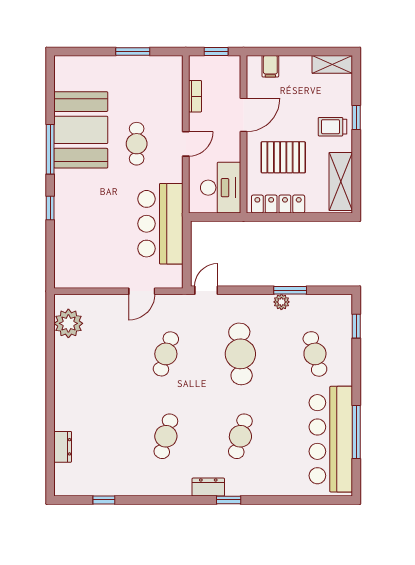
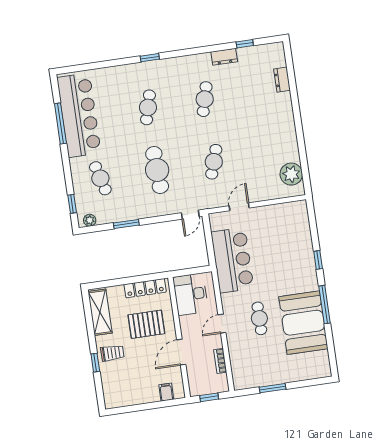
shelving: (332, 64) -> (119, 400), removed
plant: (281, 302) -> (90, 220), moved
dresser: (208, 487) -> (224, 57), moved

